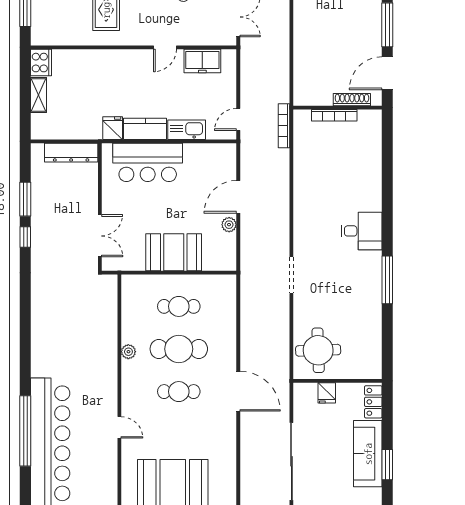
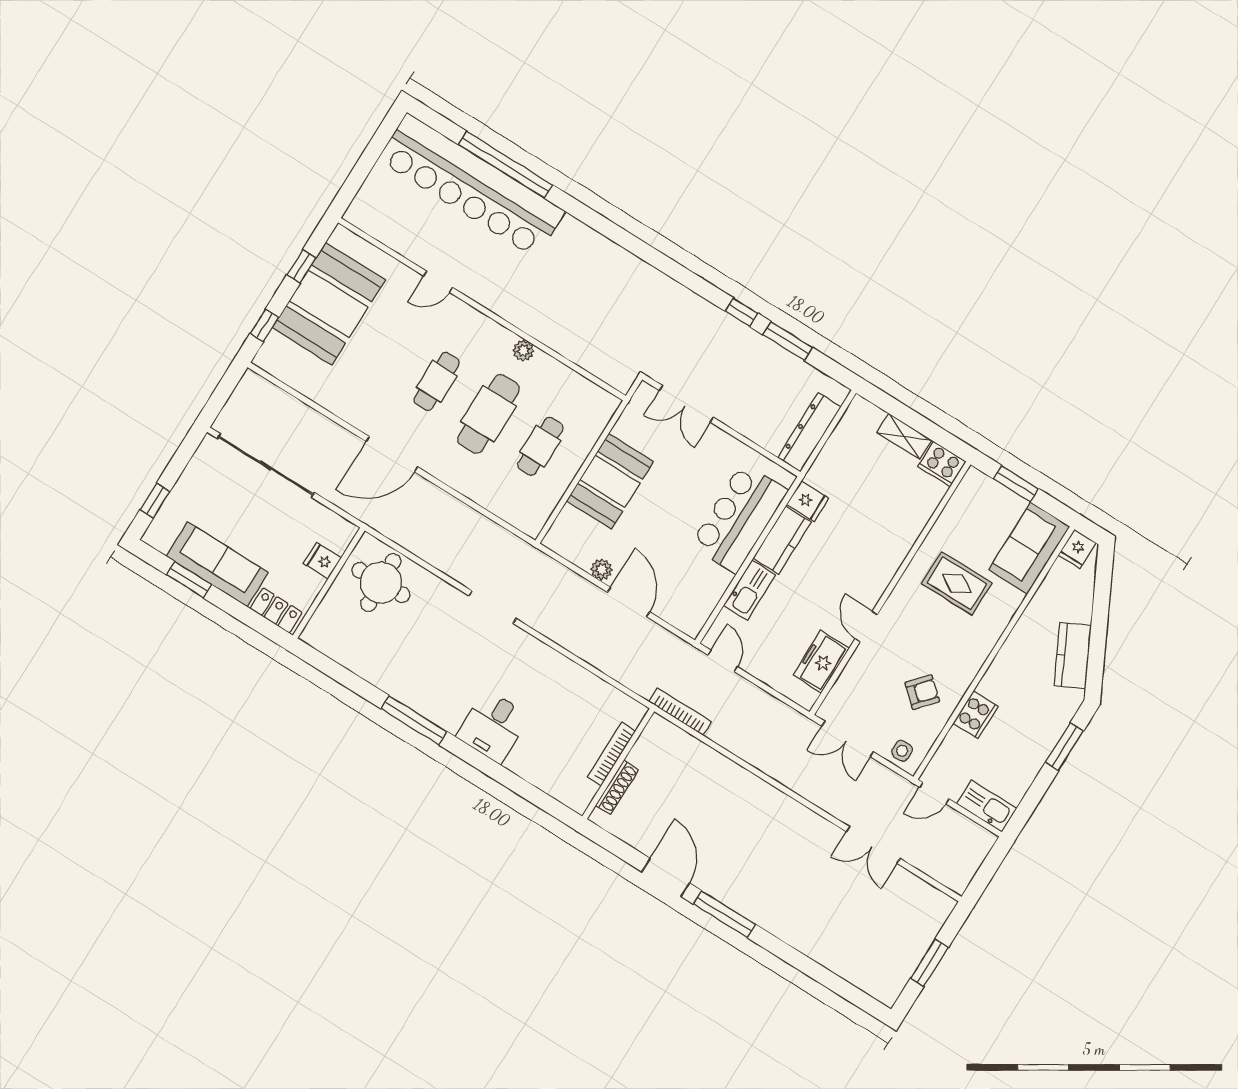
shoe rack: (352, 100) -> (617, 787), moved
wall: (338, 108) -> (618, 764), moved
bookcase: (334, 115) -> (612, 754), moved

